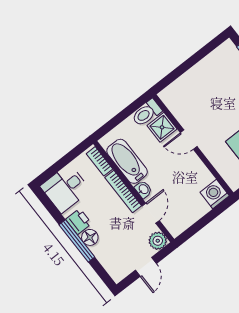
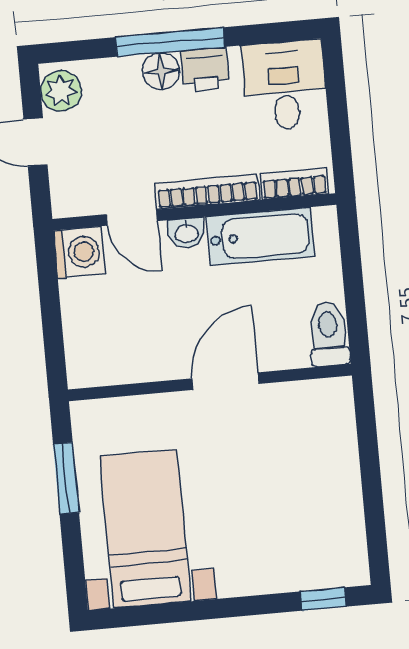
shower: (162, 127) -> (282, 345), removed
door: (189, 140) -> (226, 381), width x1.38
washing machine: (215, 194) -> (79, 252), moved
plant: (158, 241) -> (61, 91), moved

